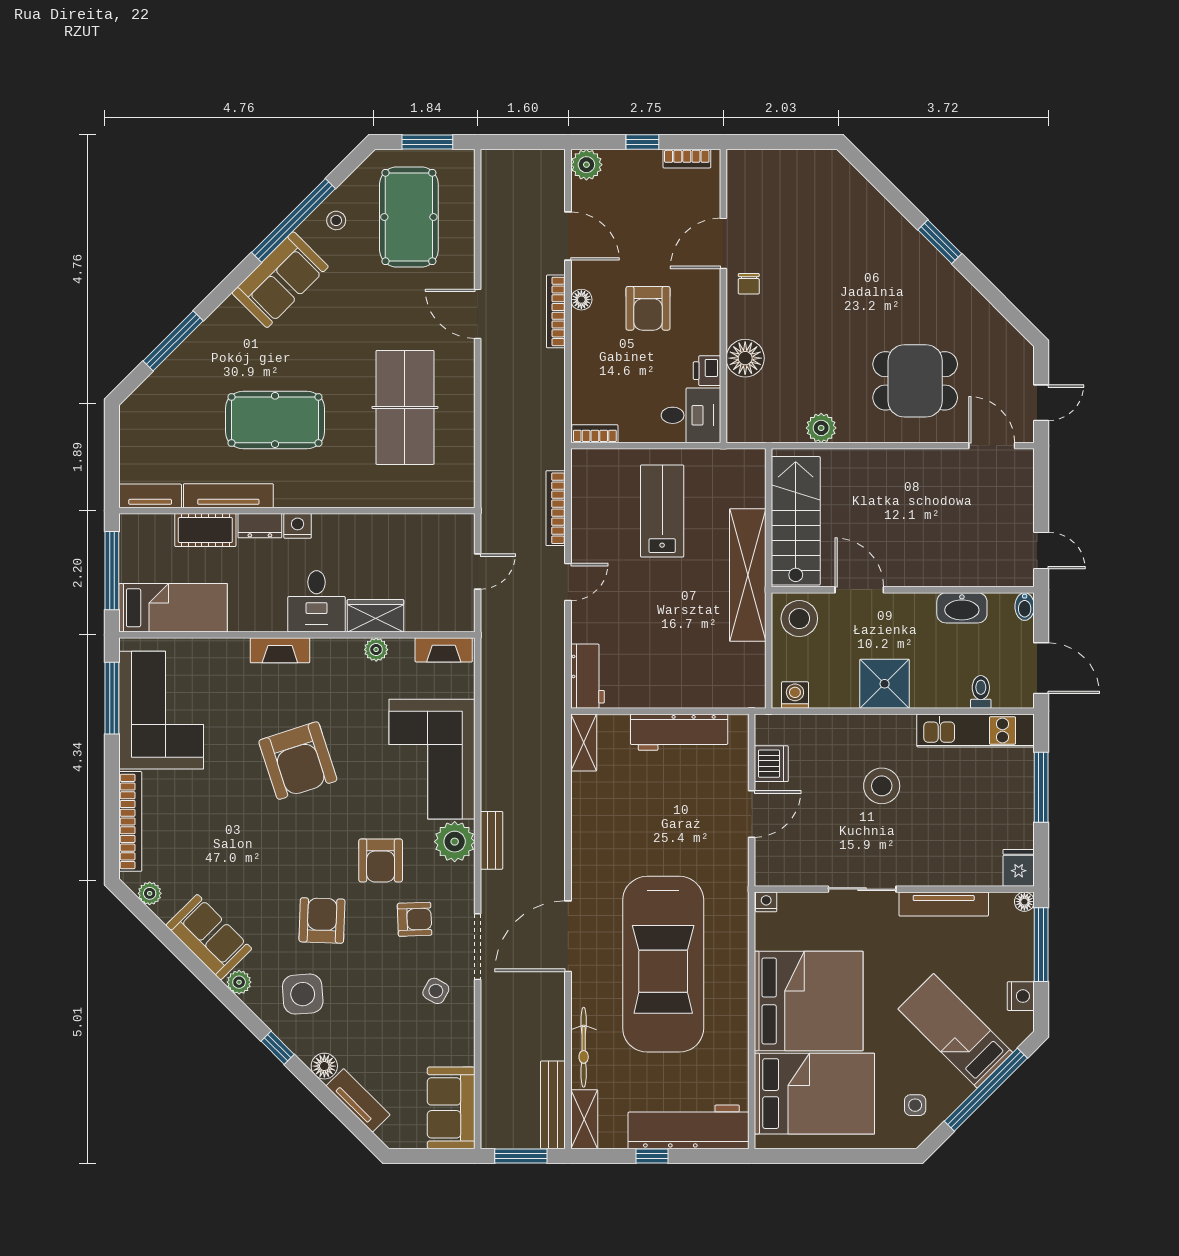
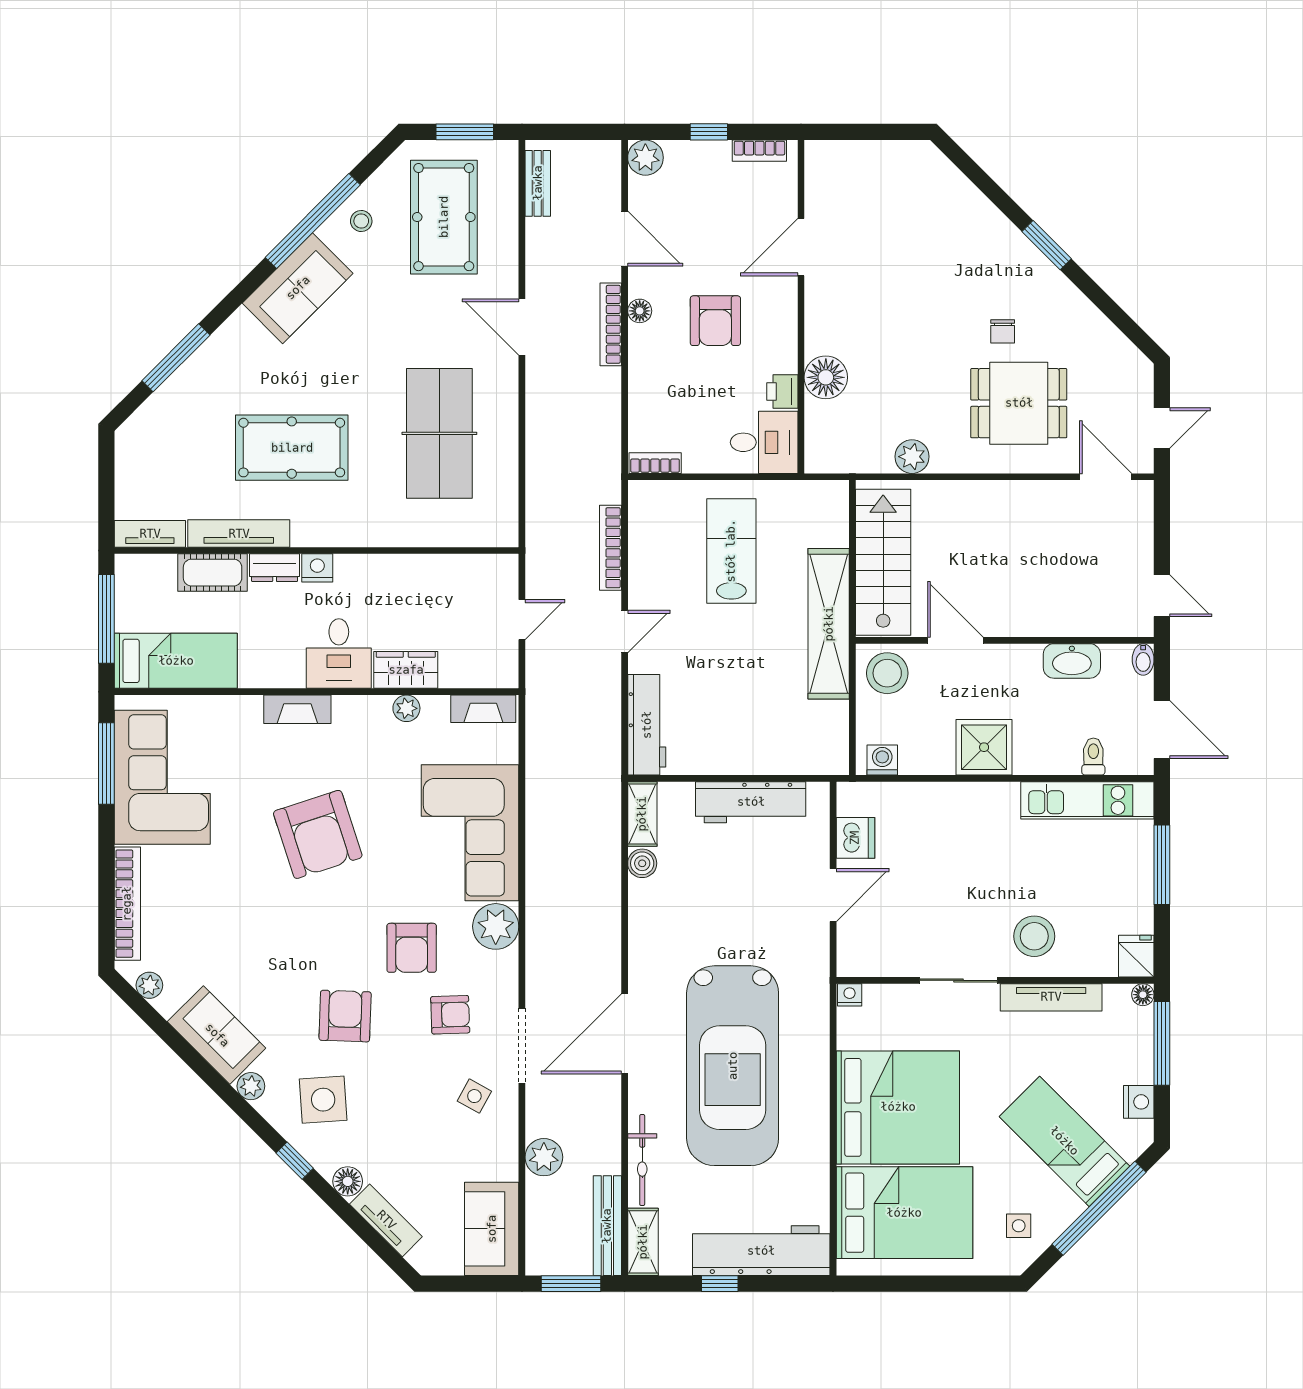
chair: (749, 284) -> (1003, 331), moved
workbench: (588, 676) -> (647, 725), width x1.38
boiler: (584, 786) -> (642, 863), added
stool: (882, 786) -> (1034, 936), moved
bench: (492, 840) -> (538, 183), moved
plant: (497, 1045) -> (544, 1157), added

